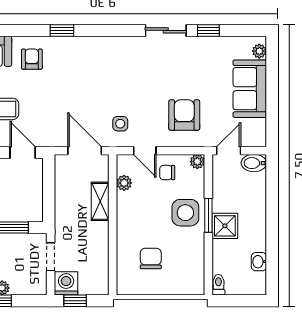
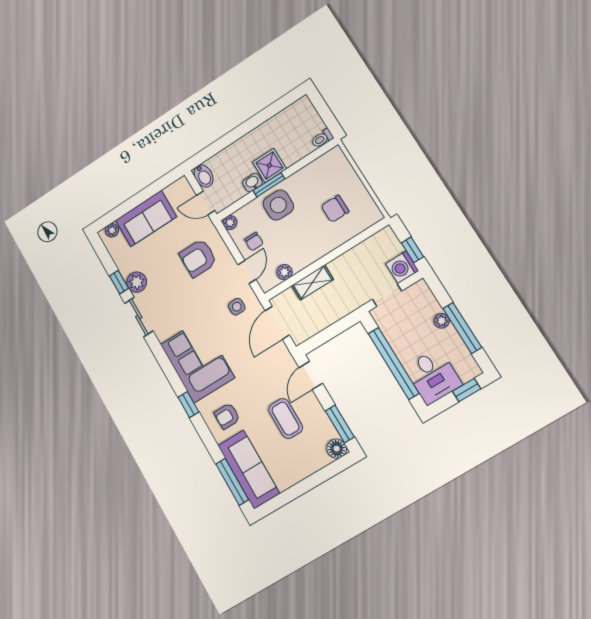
plant: (198, 47) -> (137, 282), added
corner sofa: (95, 61) -> (197, 361), added
washbasin: (259, 262) -> (252, 183), moved, turned 180

